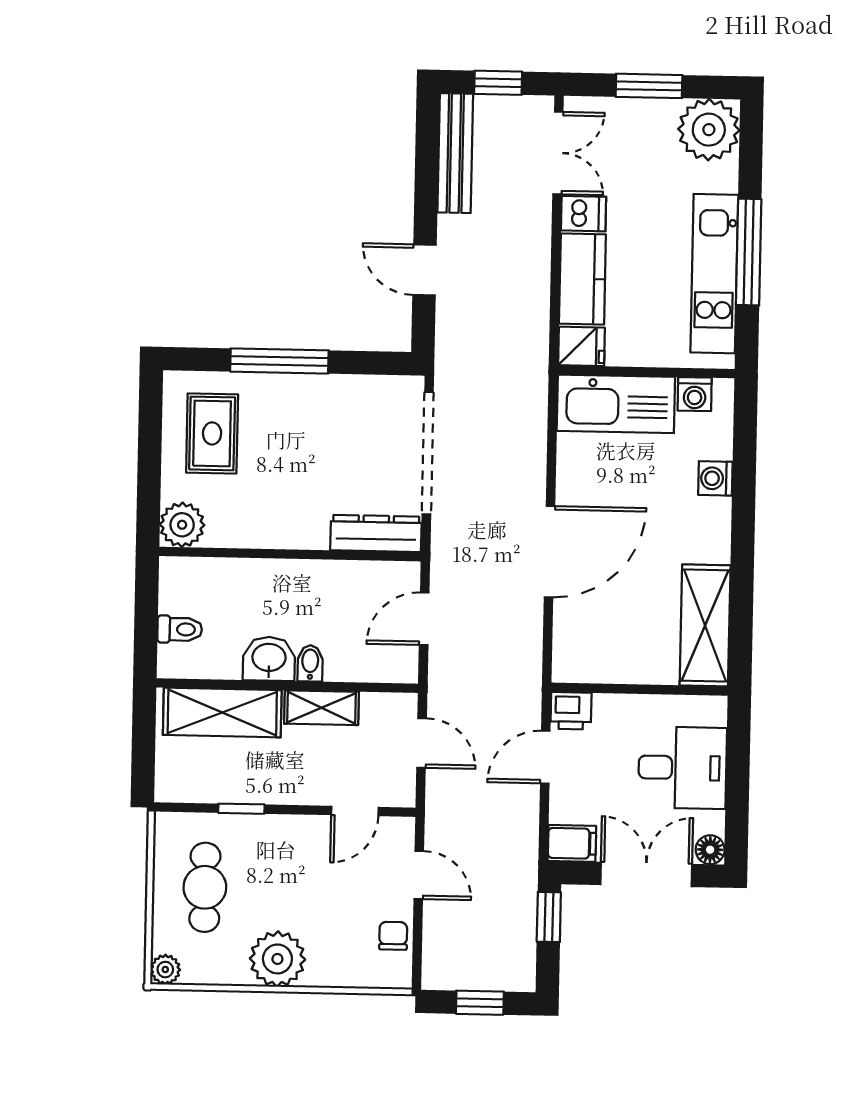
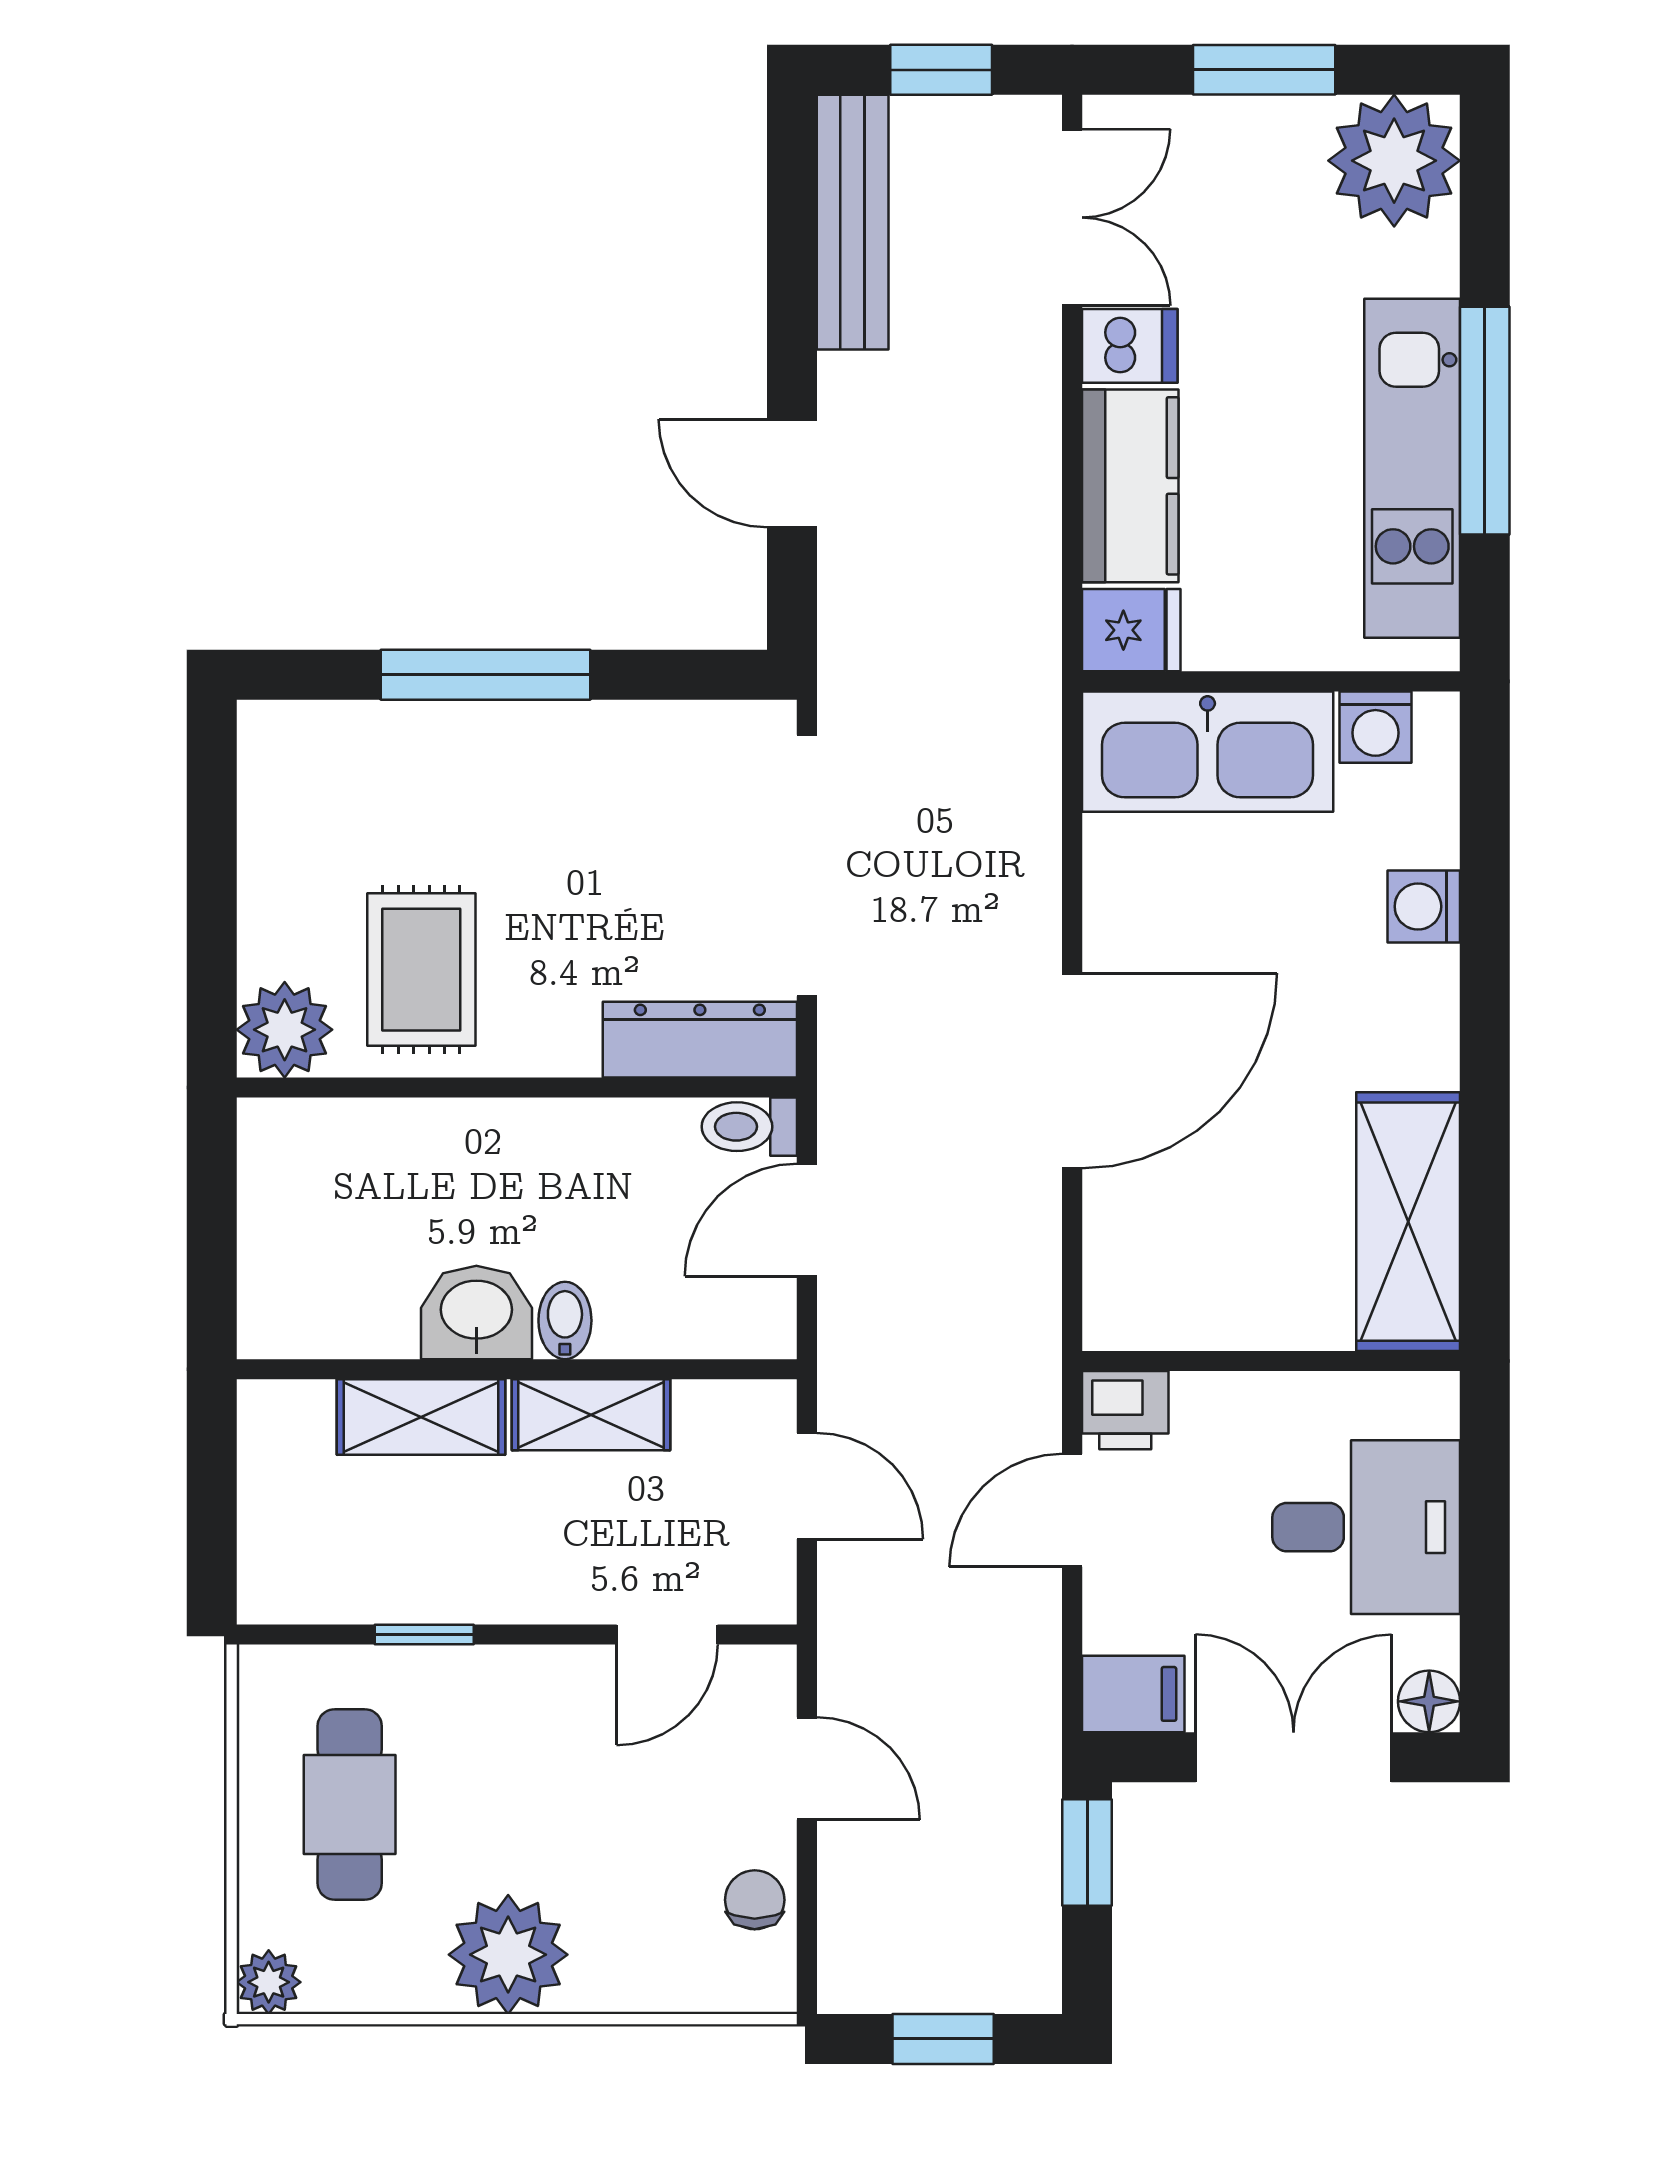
rug: (212, 433) -> (421, 970), moved
toilet: (180, 629) -> (749, 1127), moved, turned 180
shelving: (222, 713) -> (421, 1417), width x0.67, depth x0.75

